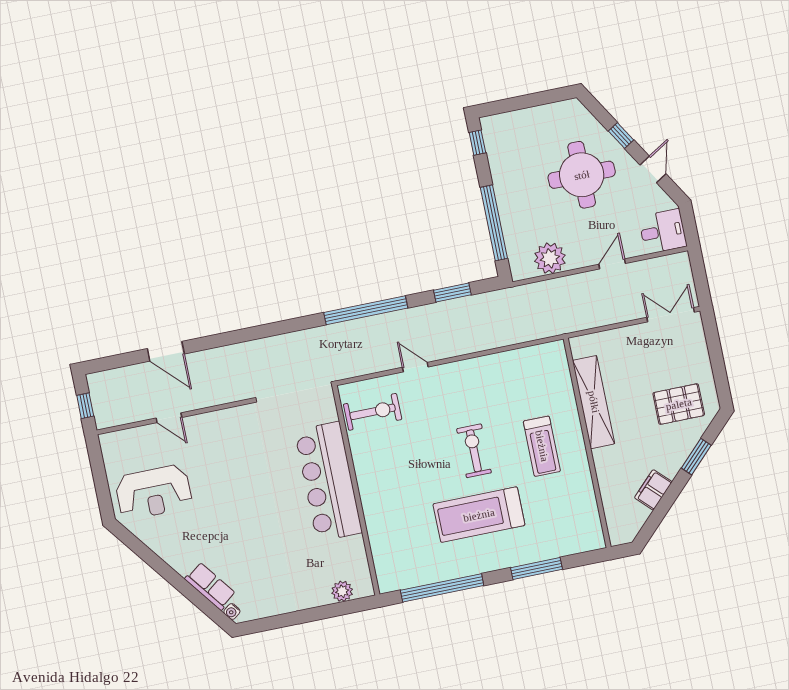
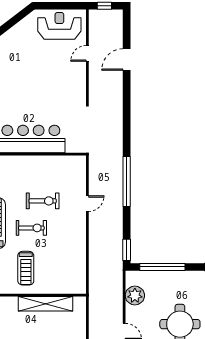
window: (452, 292) -> (127, 250), moved
exercise bike: (373, 412) -> (43, 201), moved, turned -90
treadmill: (542, 446) -> (26, 268), turned -90
reception desk: (154, 492) -> (59, 26), moved, turned 90

